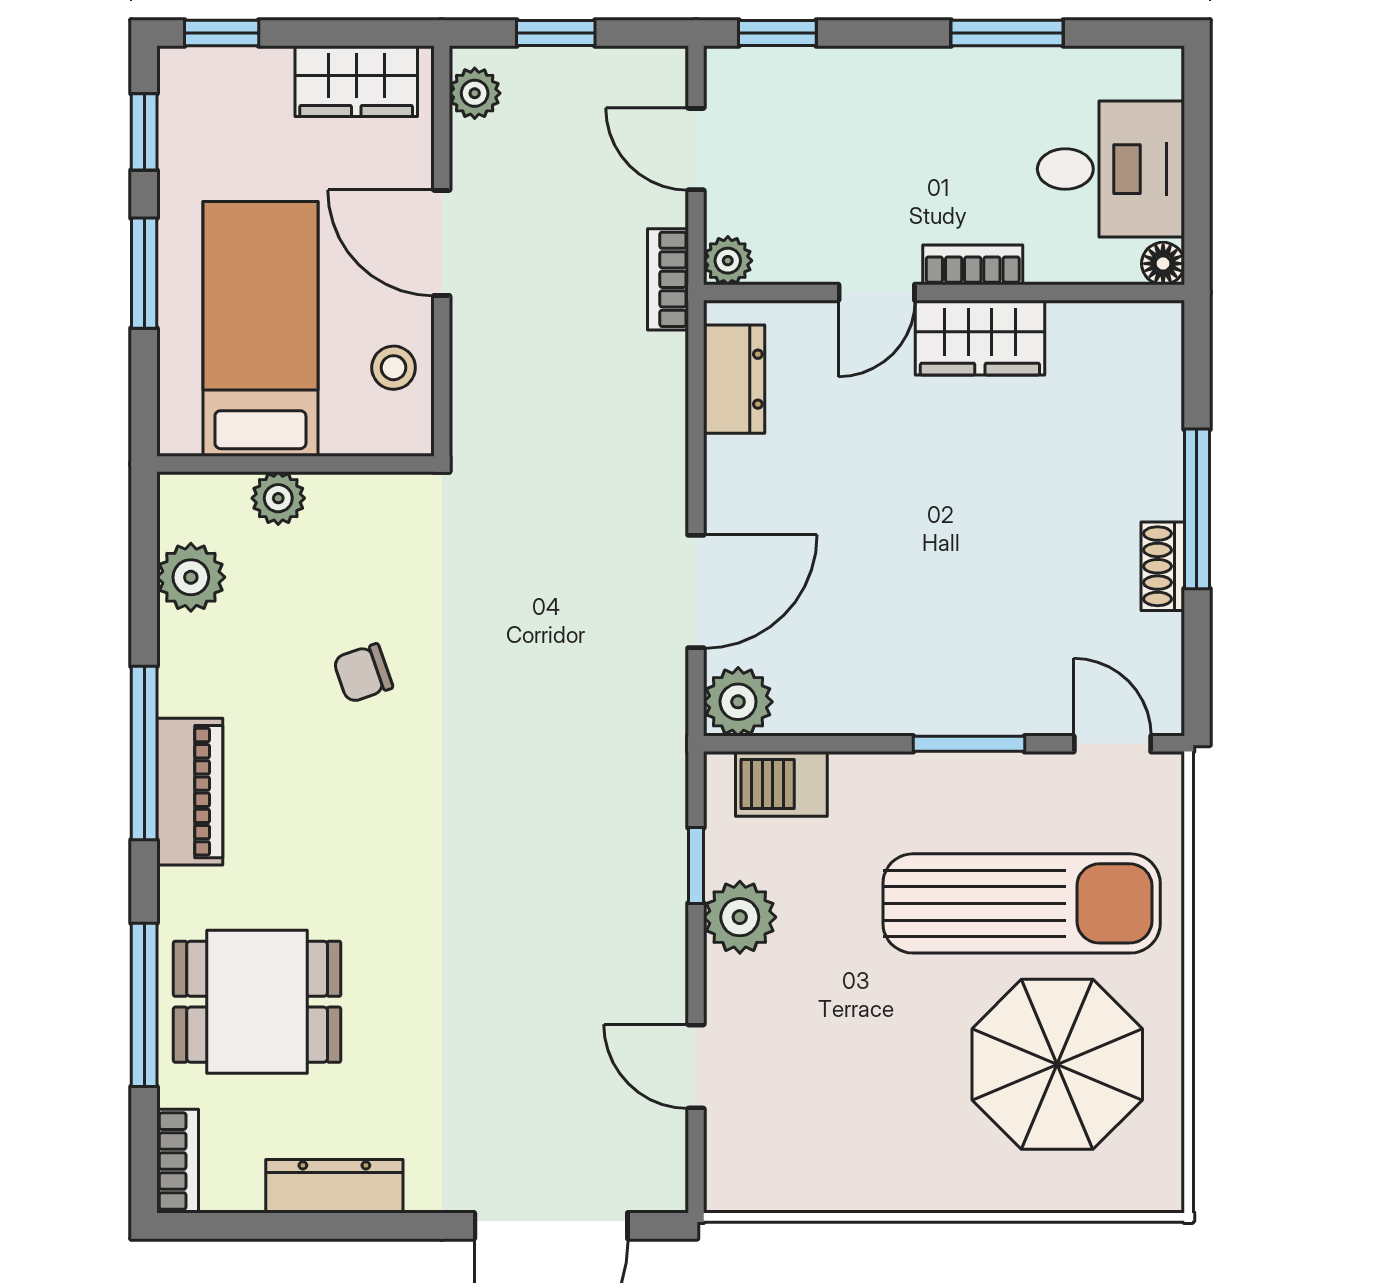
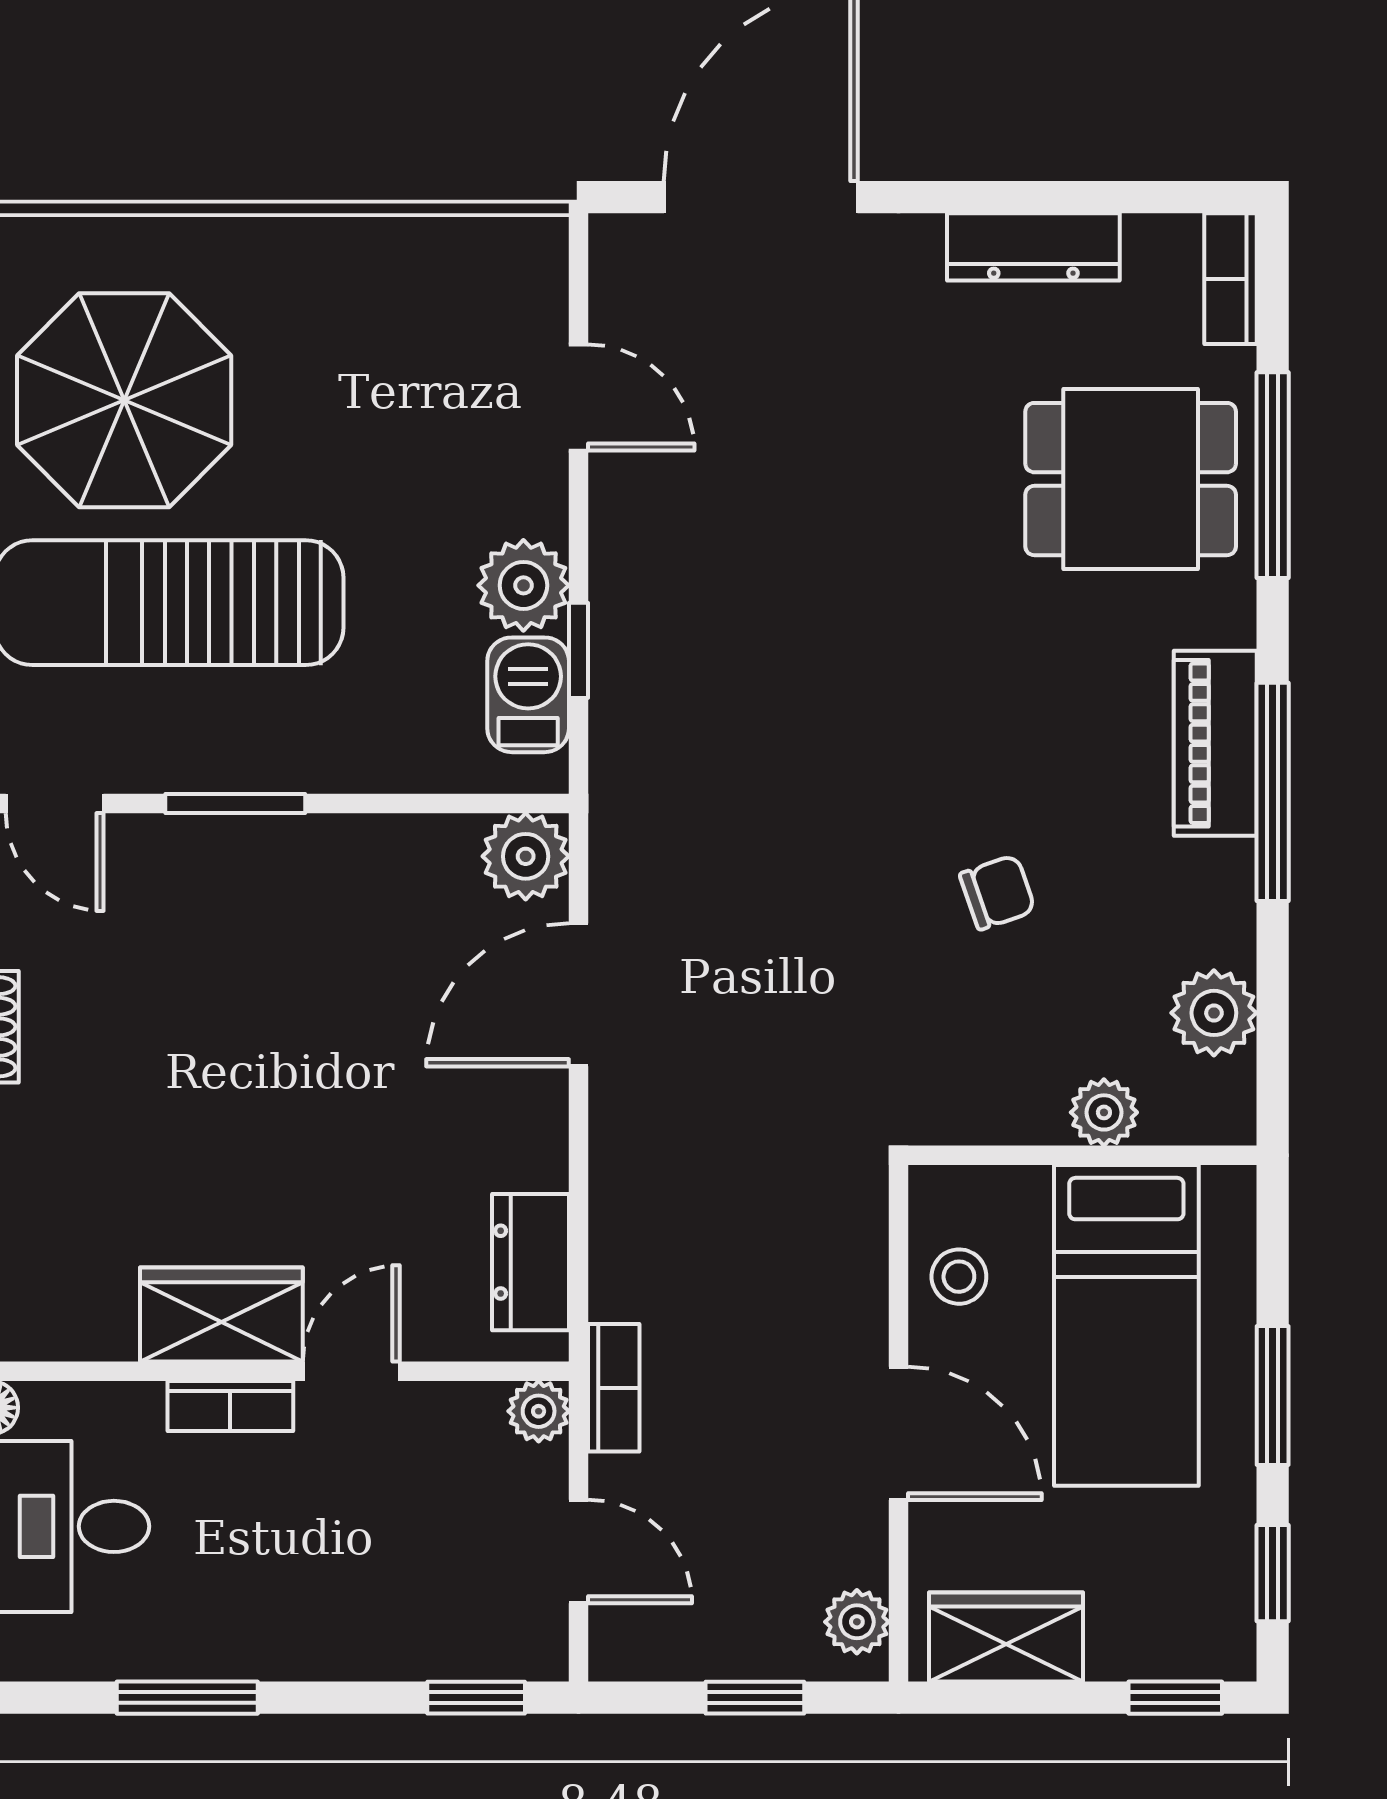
barbecue: (781, 784) -> (528, 695), moved, turned -90

